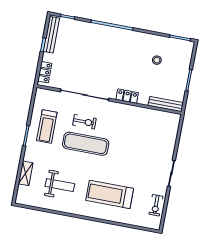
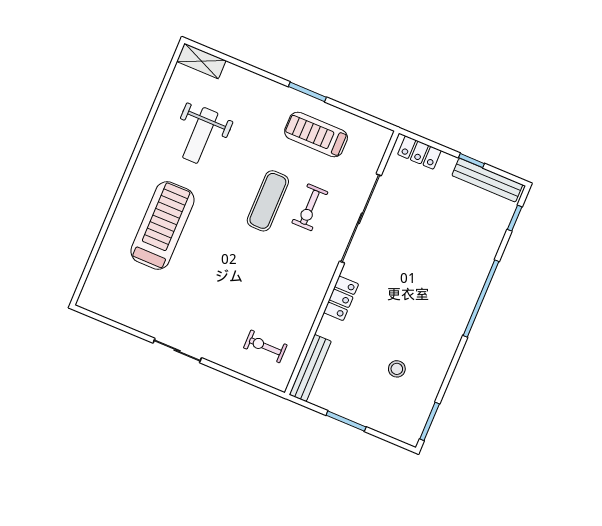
exercise mat: (86, 144) -> (268, 201), width x0.73, depth x0.69
shelving: (26, 173) -> (201, 61), moved
exercise bike: (156, 205) -> (265, 346), moved

